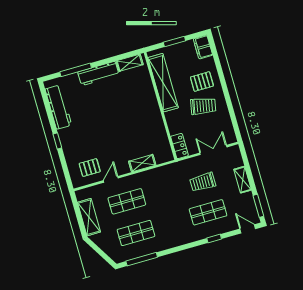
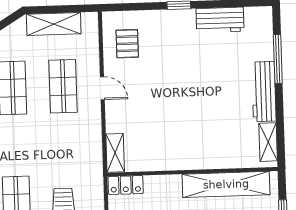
workbench: (58, 107) -> (220, 20), width x0.73
shelving: (142, 163) -> (115, 153), moved
door: (111, 179) -> (102, 88), moved

